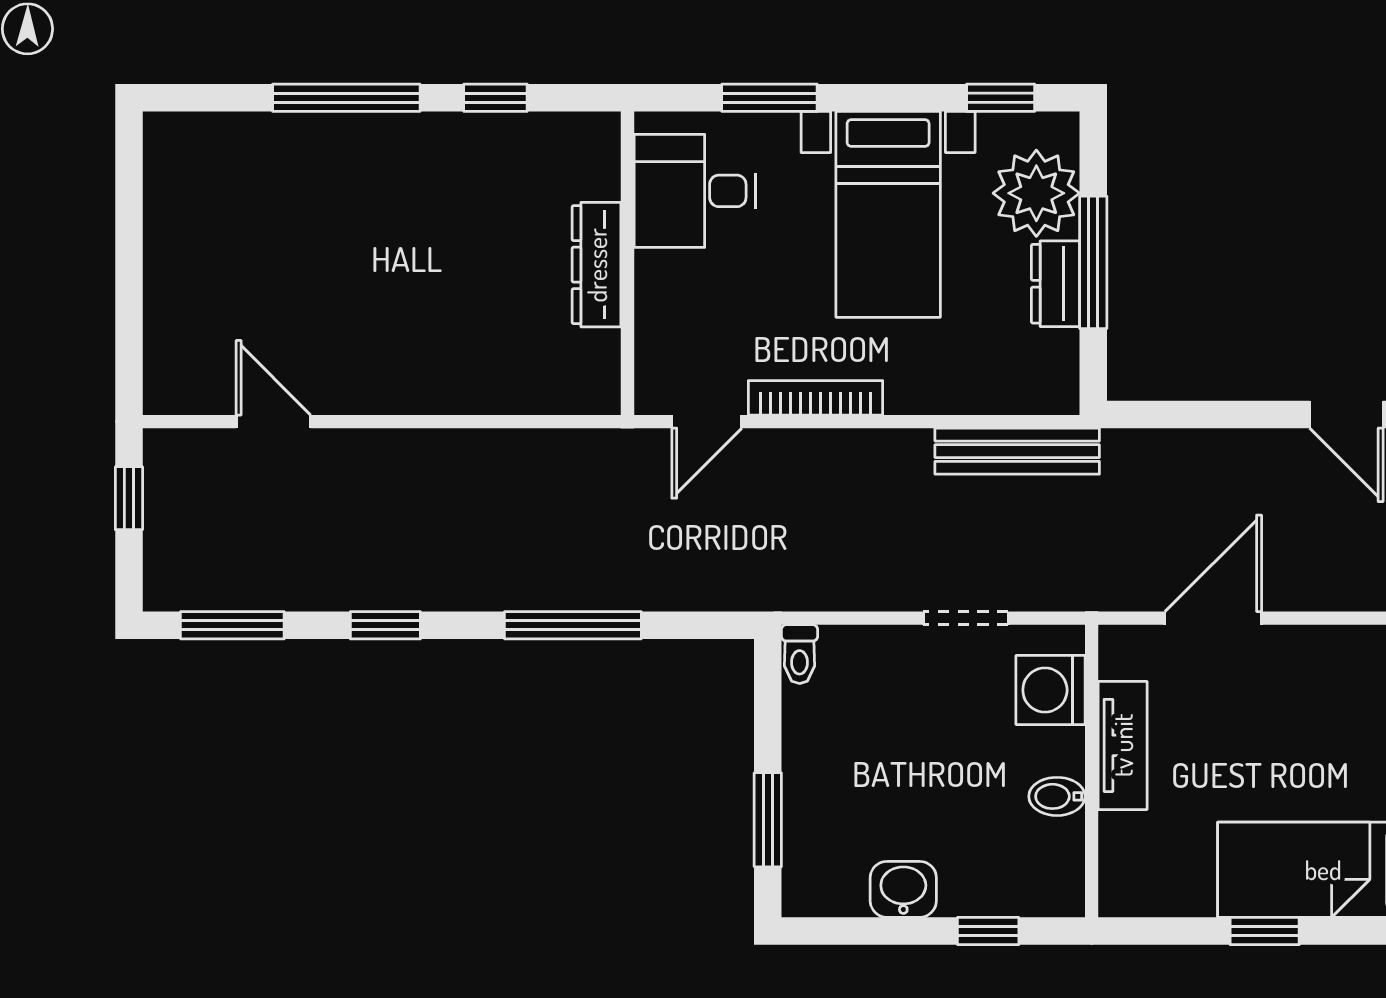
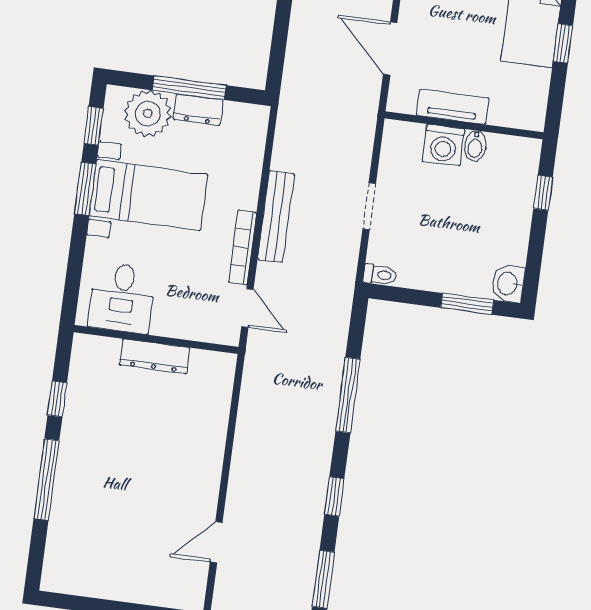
window: (769, 98) -> (85, 189), moved
bench: (1017, 451) -> (276, 216), moved
doorway: (966, 618) -> (369, 206), moved
washing machine: (1050, 690) -> (443, 145), moved
washbasin: (903, 889) -> (508, 284), moved

